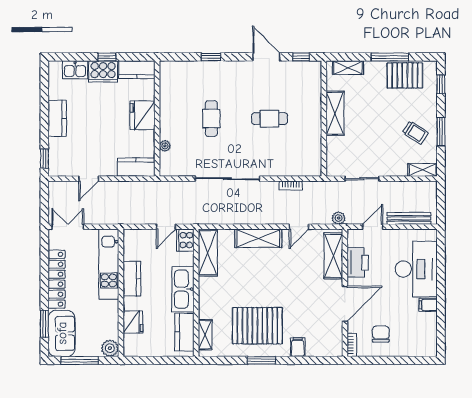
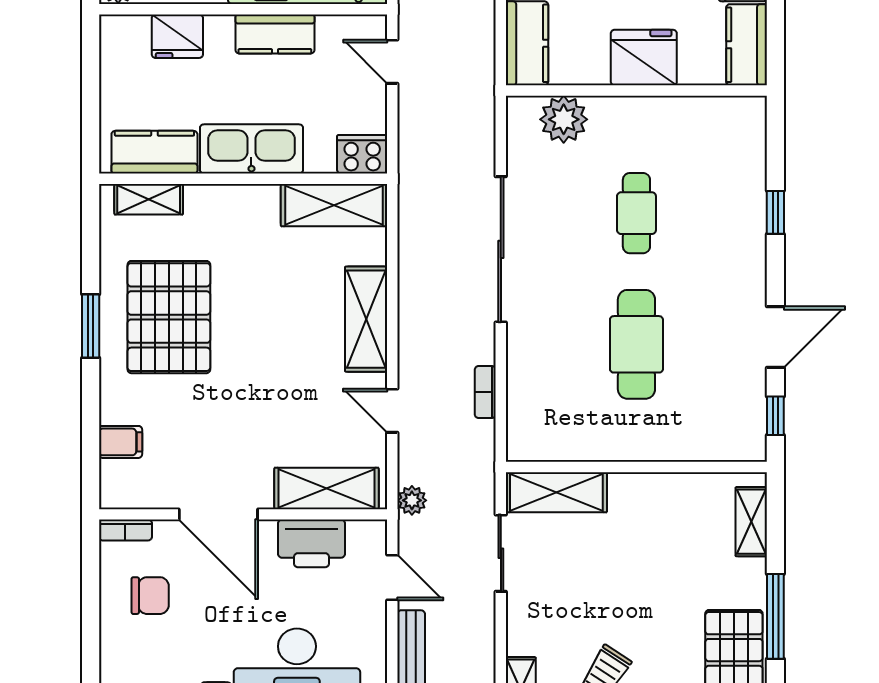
shelving: (335, 113) -> (556, 492), moved
cafe table: (211, 119) -> (636, 213), turned 90
cafe table: (269, 119) -> (636, 344), width x1.37, depth x1.35
plant: (165, 146) -> (564, 119), width x1.87, depth x1.87
door: (166, 227) -> (392, 62), moved
filing cabinet: (298, 347) -> (121, 442), moved

